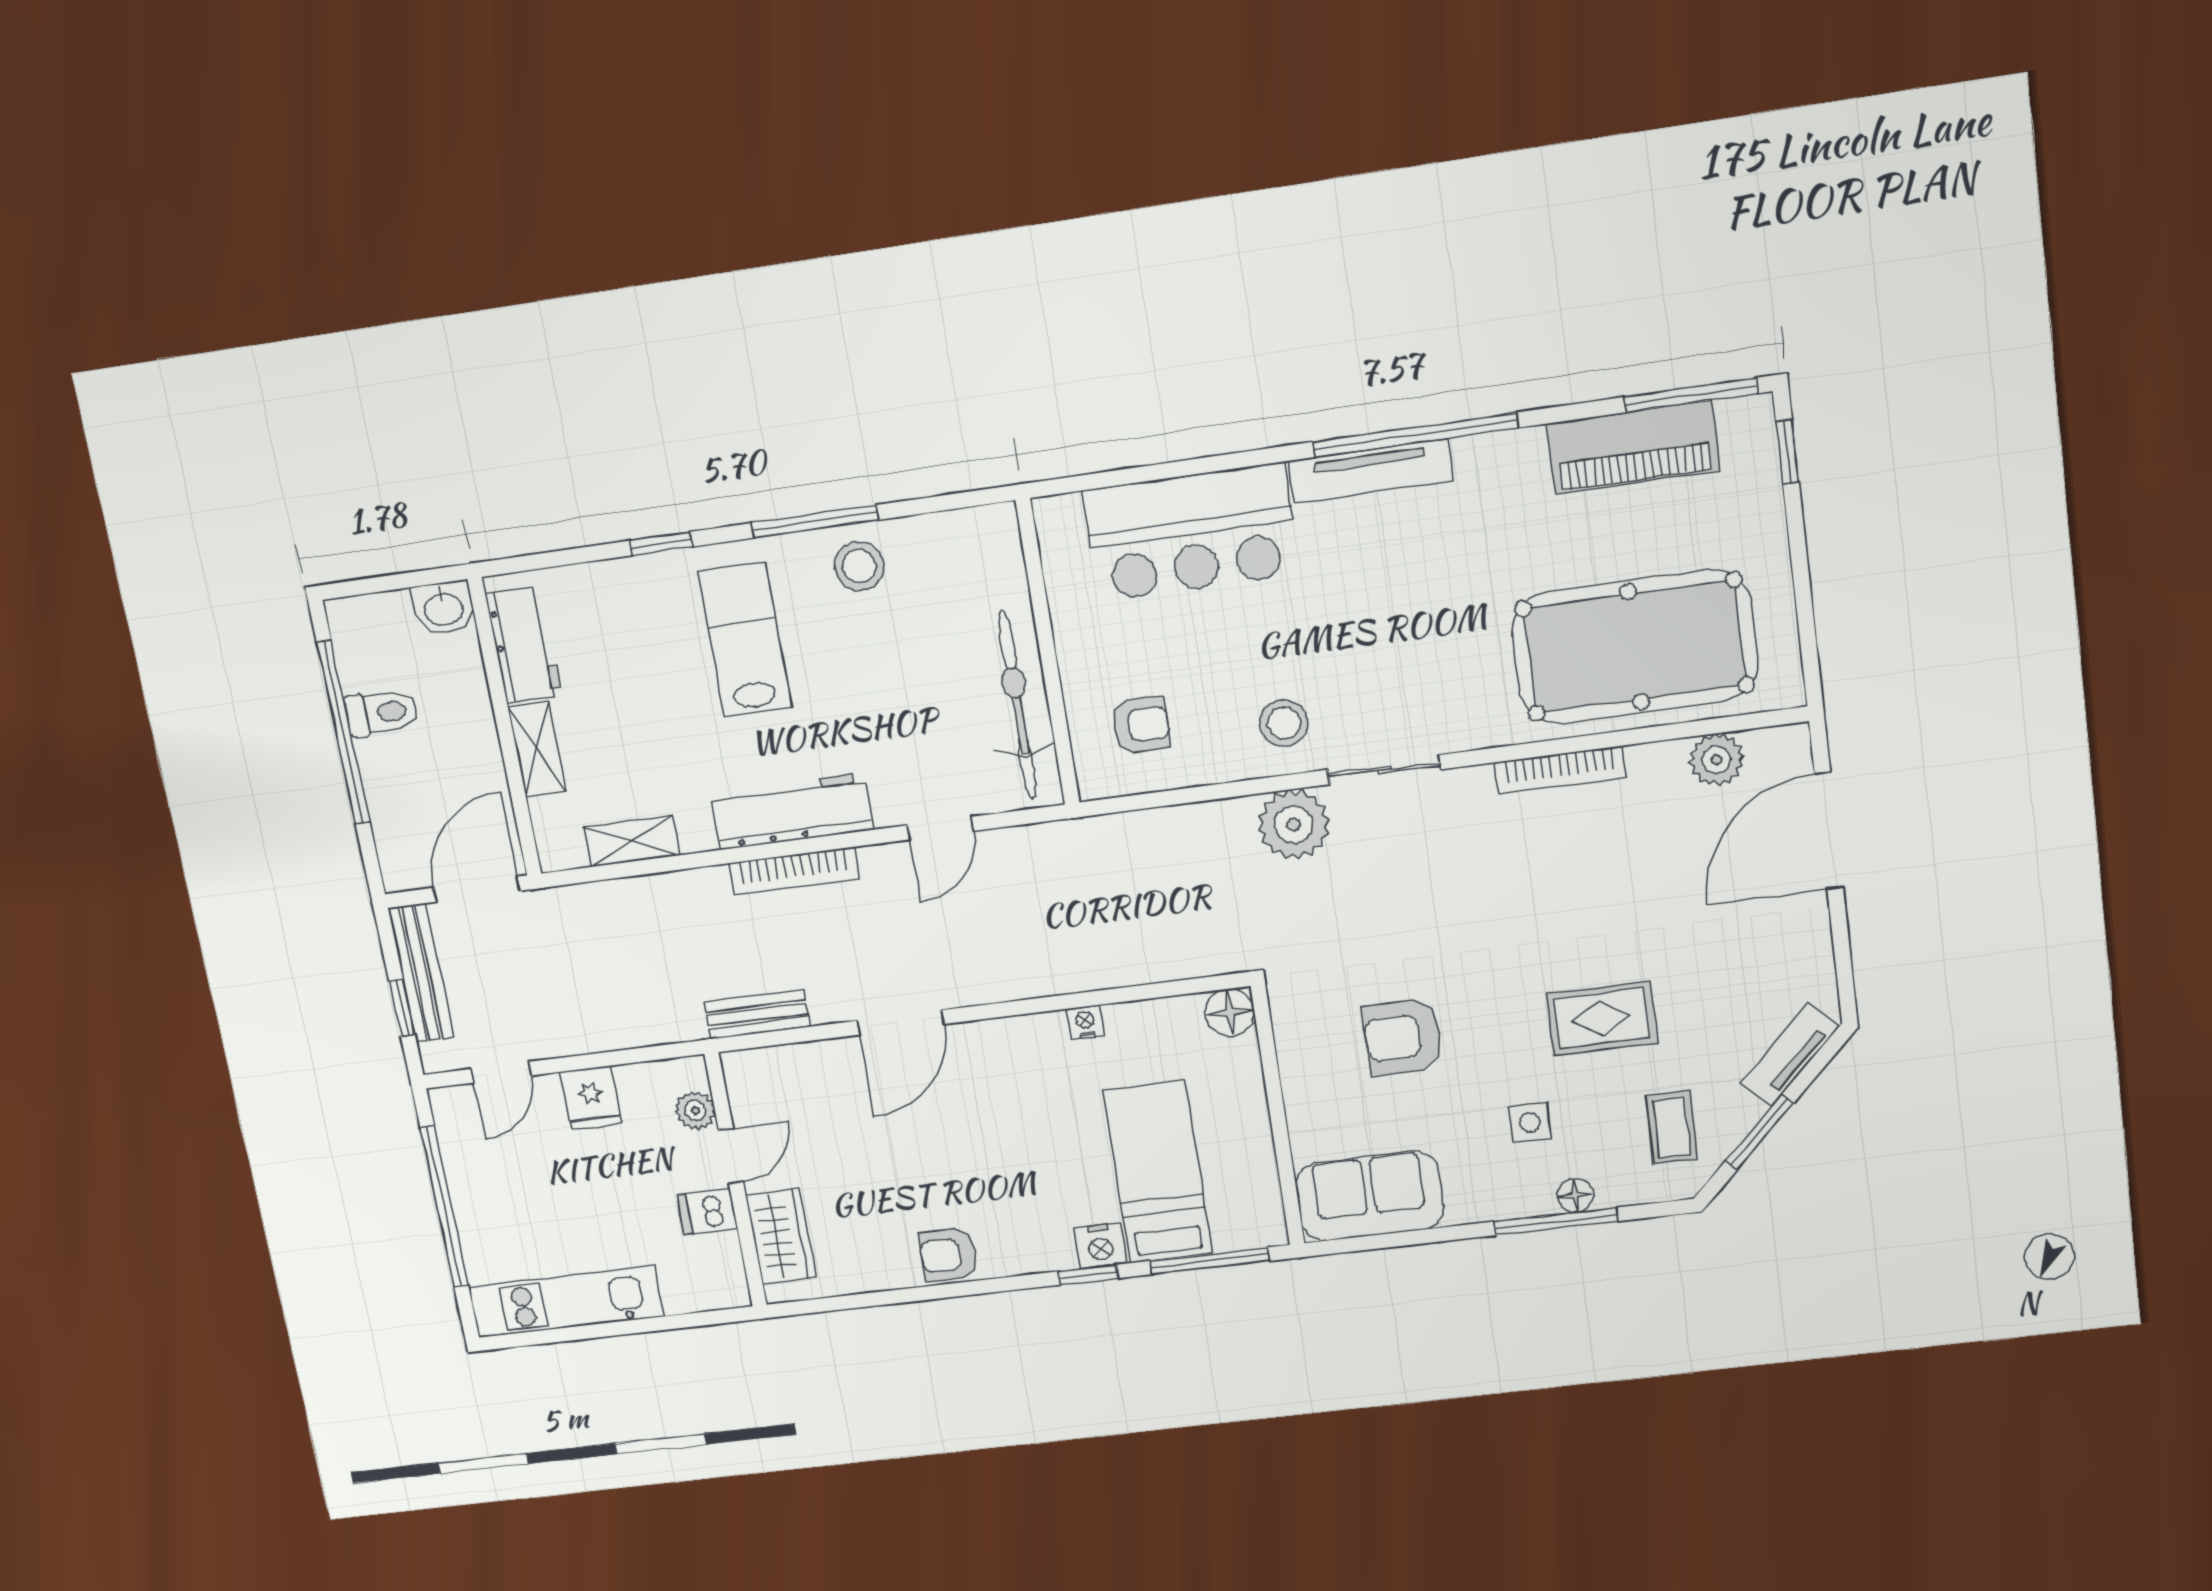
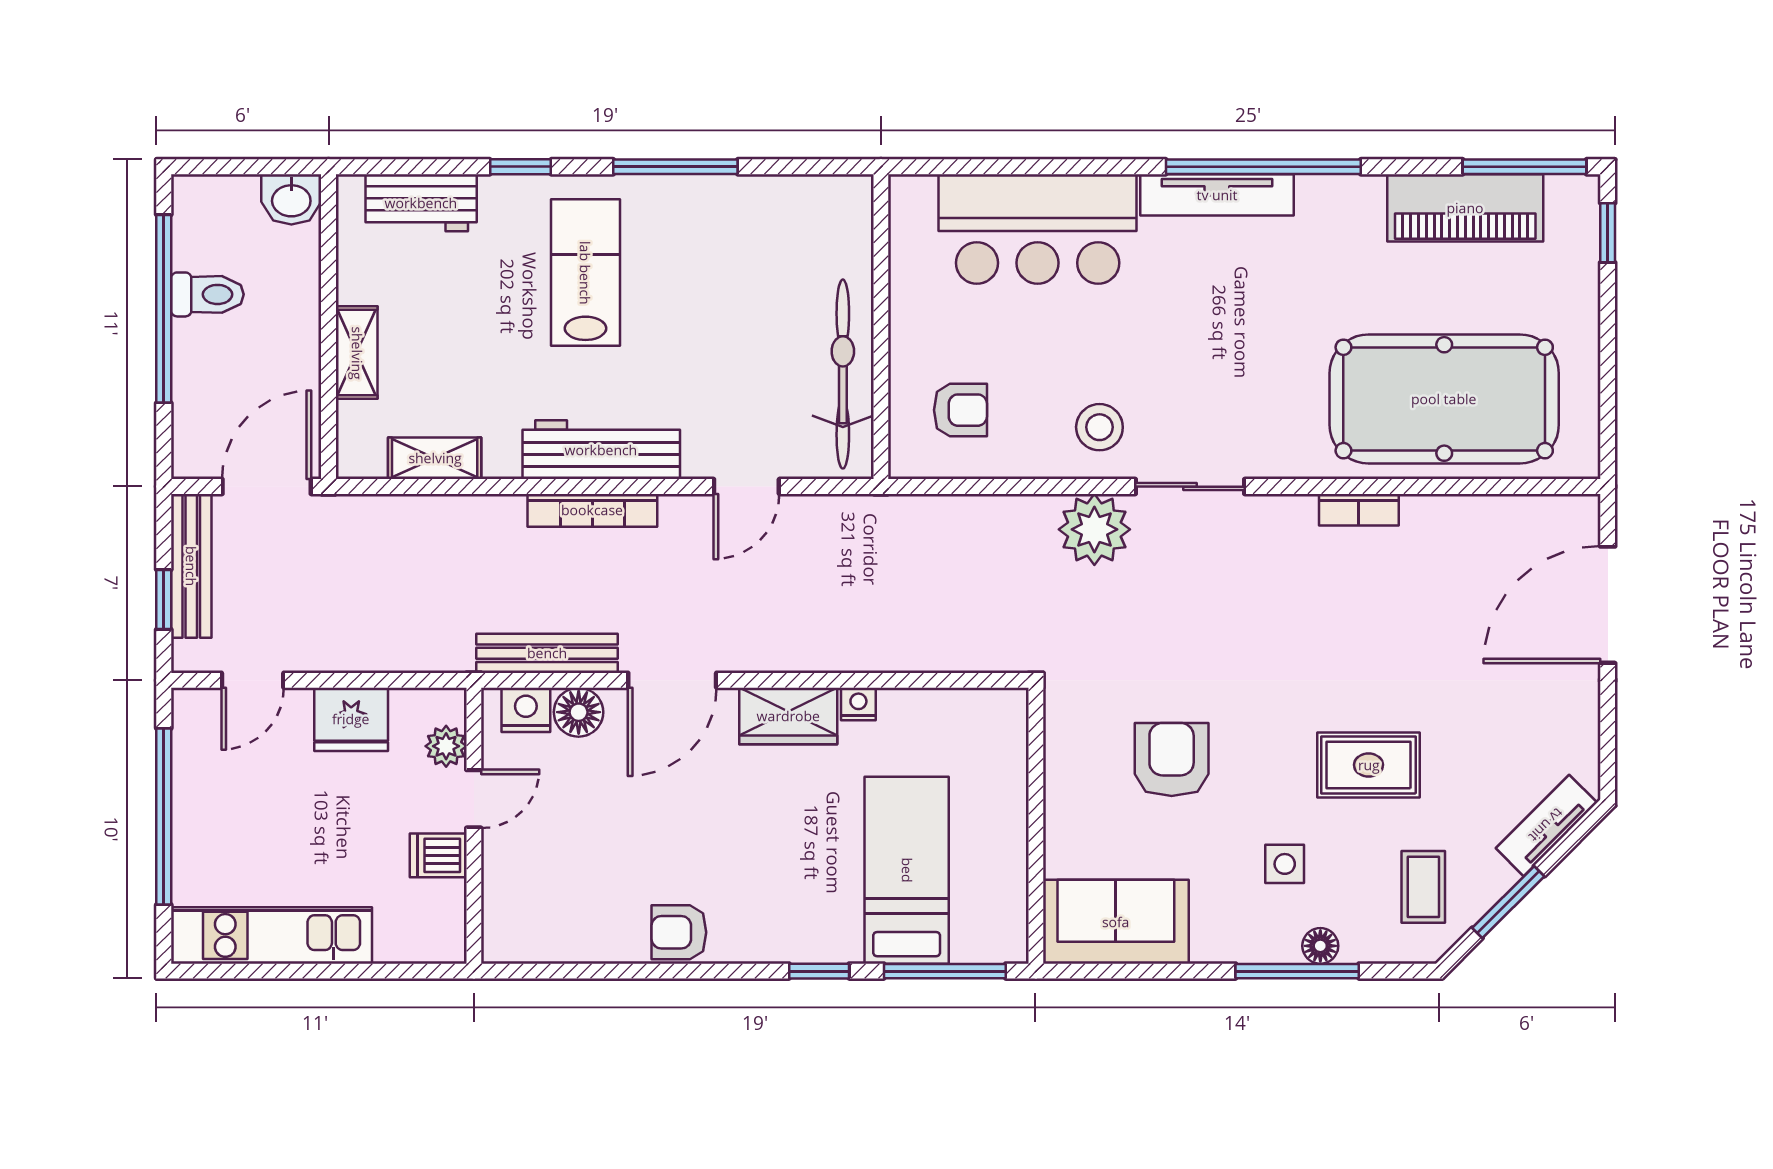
stool: (859, 566) -> (711, 216), removed
workbench: (524, 645) -> (421, 203), moved, turned 90
plant: (1716, 760) -> (1509, 520), removed
bookcase: (1560, 770) -> (1359, 510), width x0.64
floor lamp: (1230, 1012) -> (579, 712), moved
bench: (757, 1014) -> (547, 653), width x1.36
armchair: (1403, 1037) -> (1172, 759), turned 90
fridge: (591, 1098) -> (351, 719), width x1.38
wardrobe: (781, 1236) -> (788, 716), moved, turned 90
nightstand: (1100, 1246) -> (526, 710), moved, turned 180

